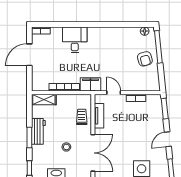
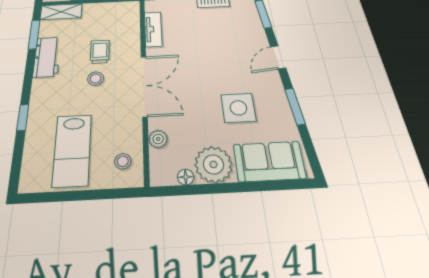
trolley: (82, 117) -> (100, 52), moved
window: (29, 137) -> (34, 34), moved

